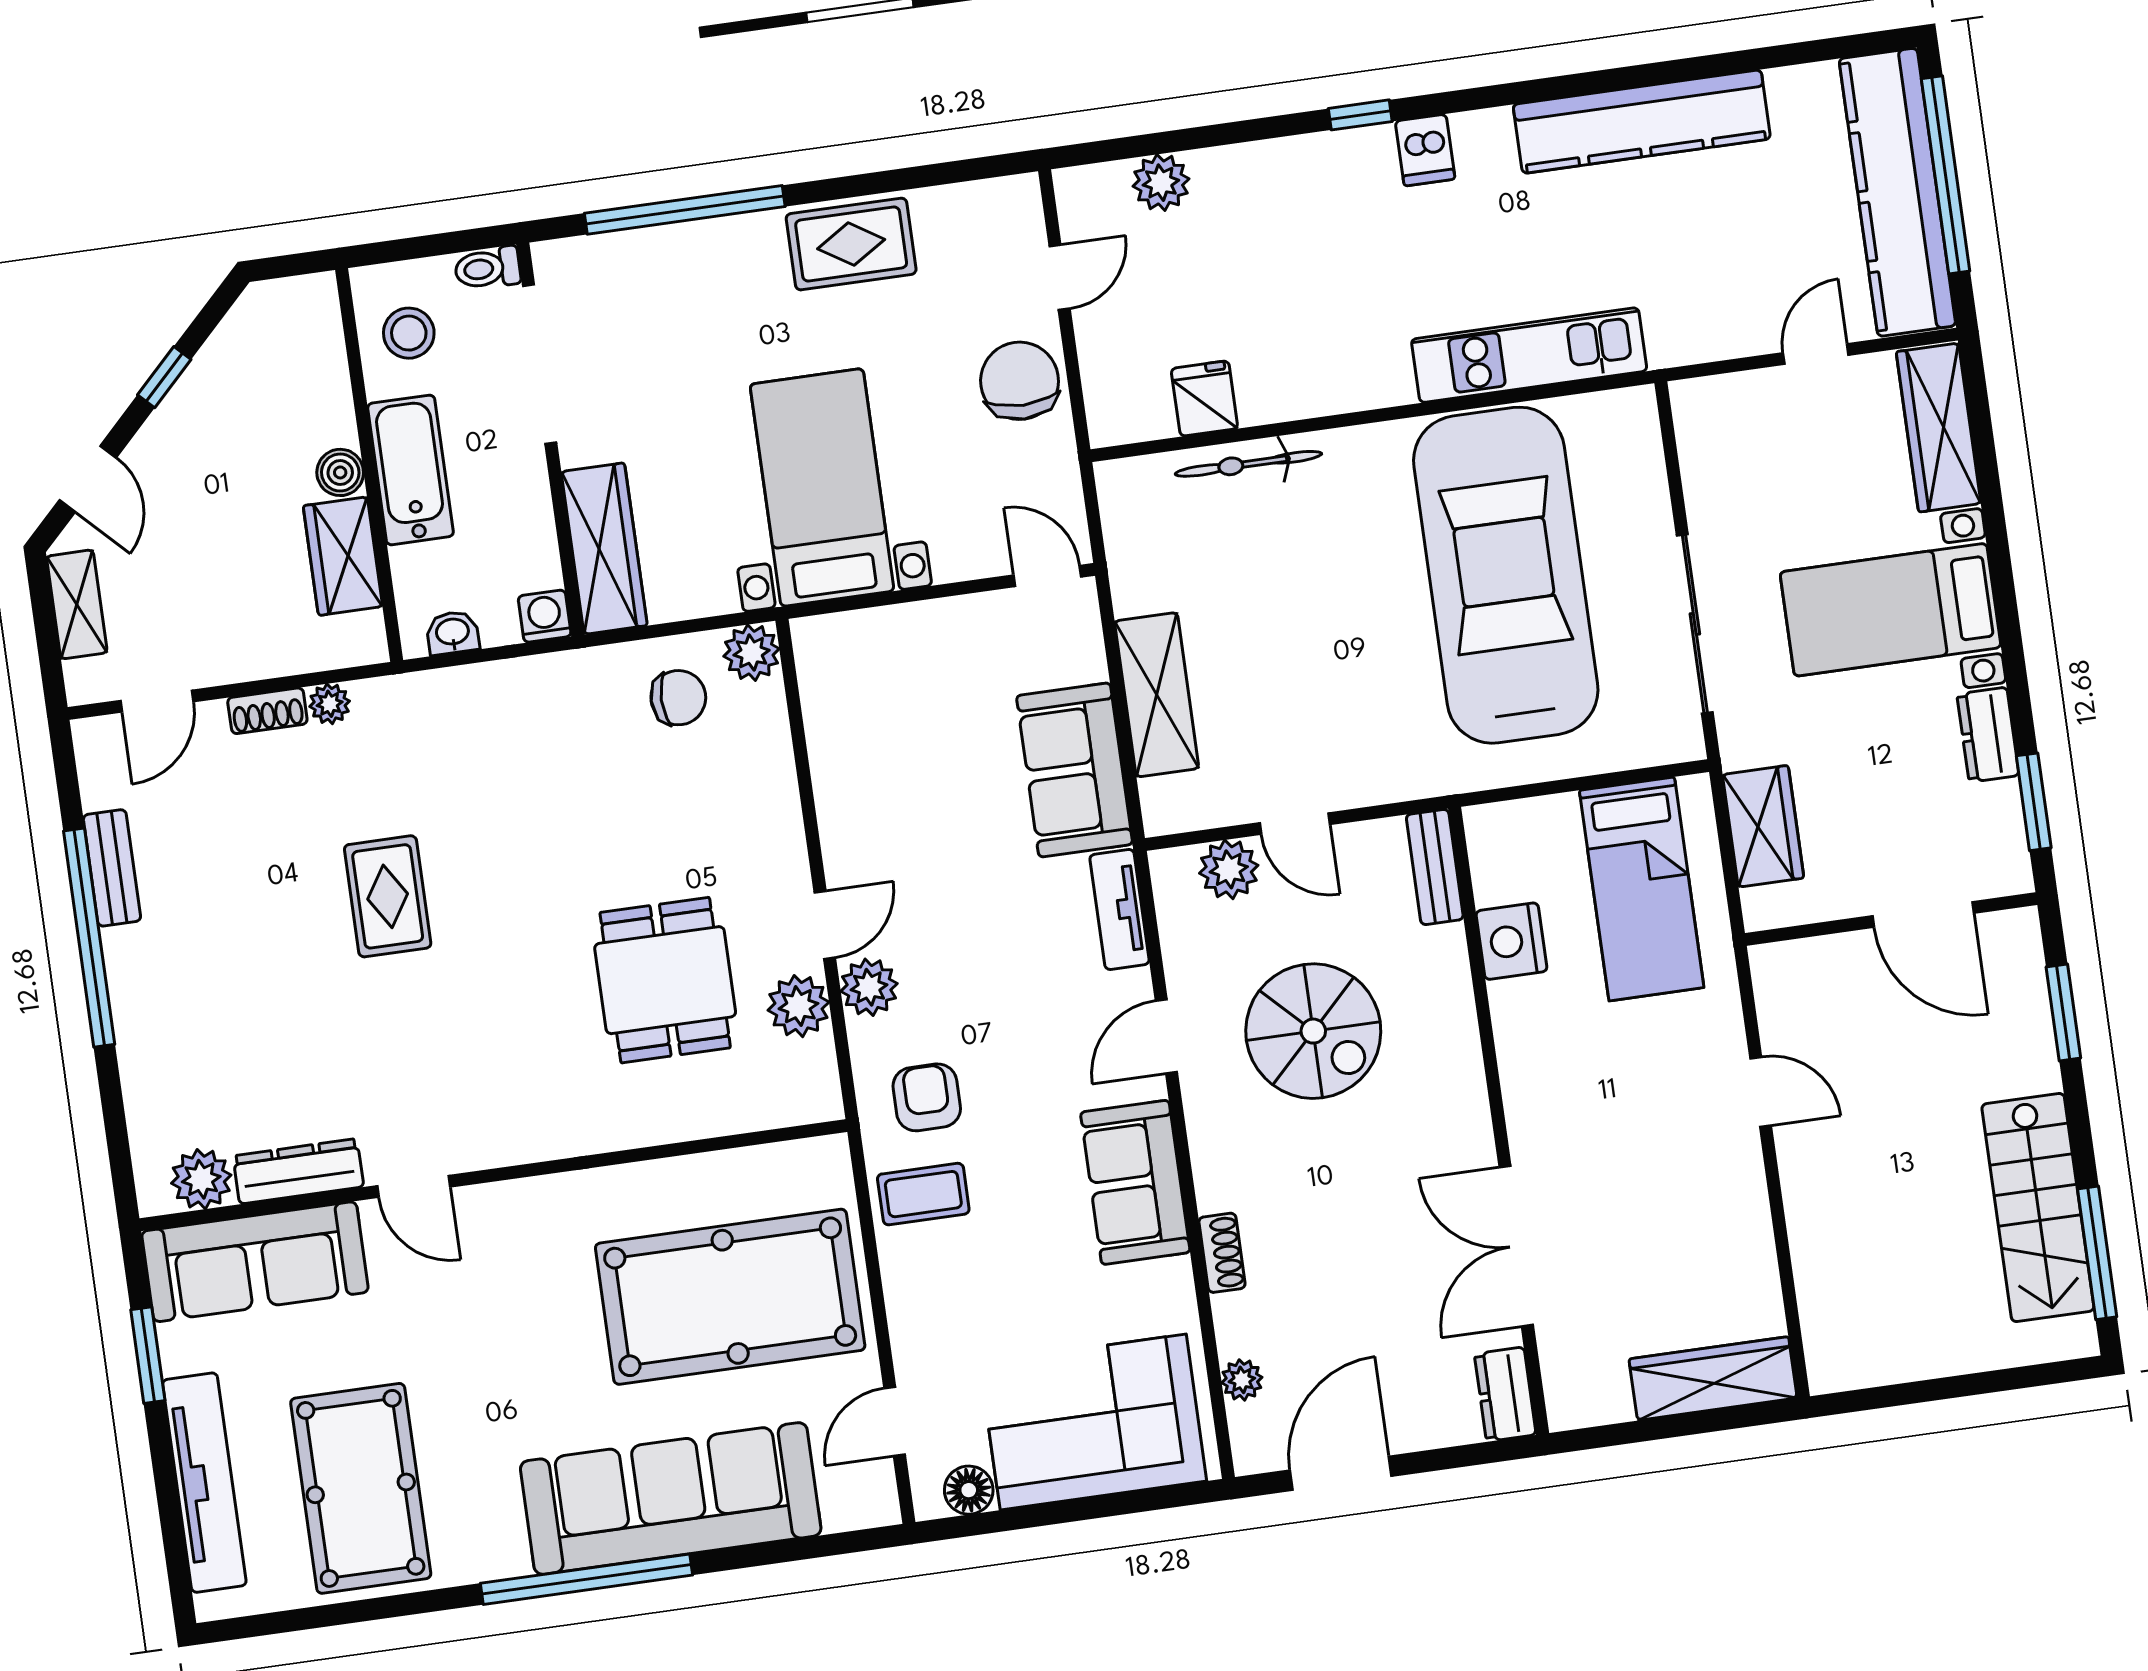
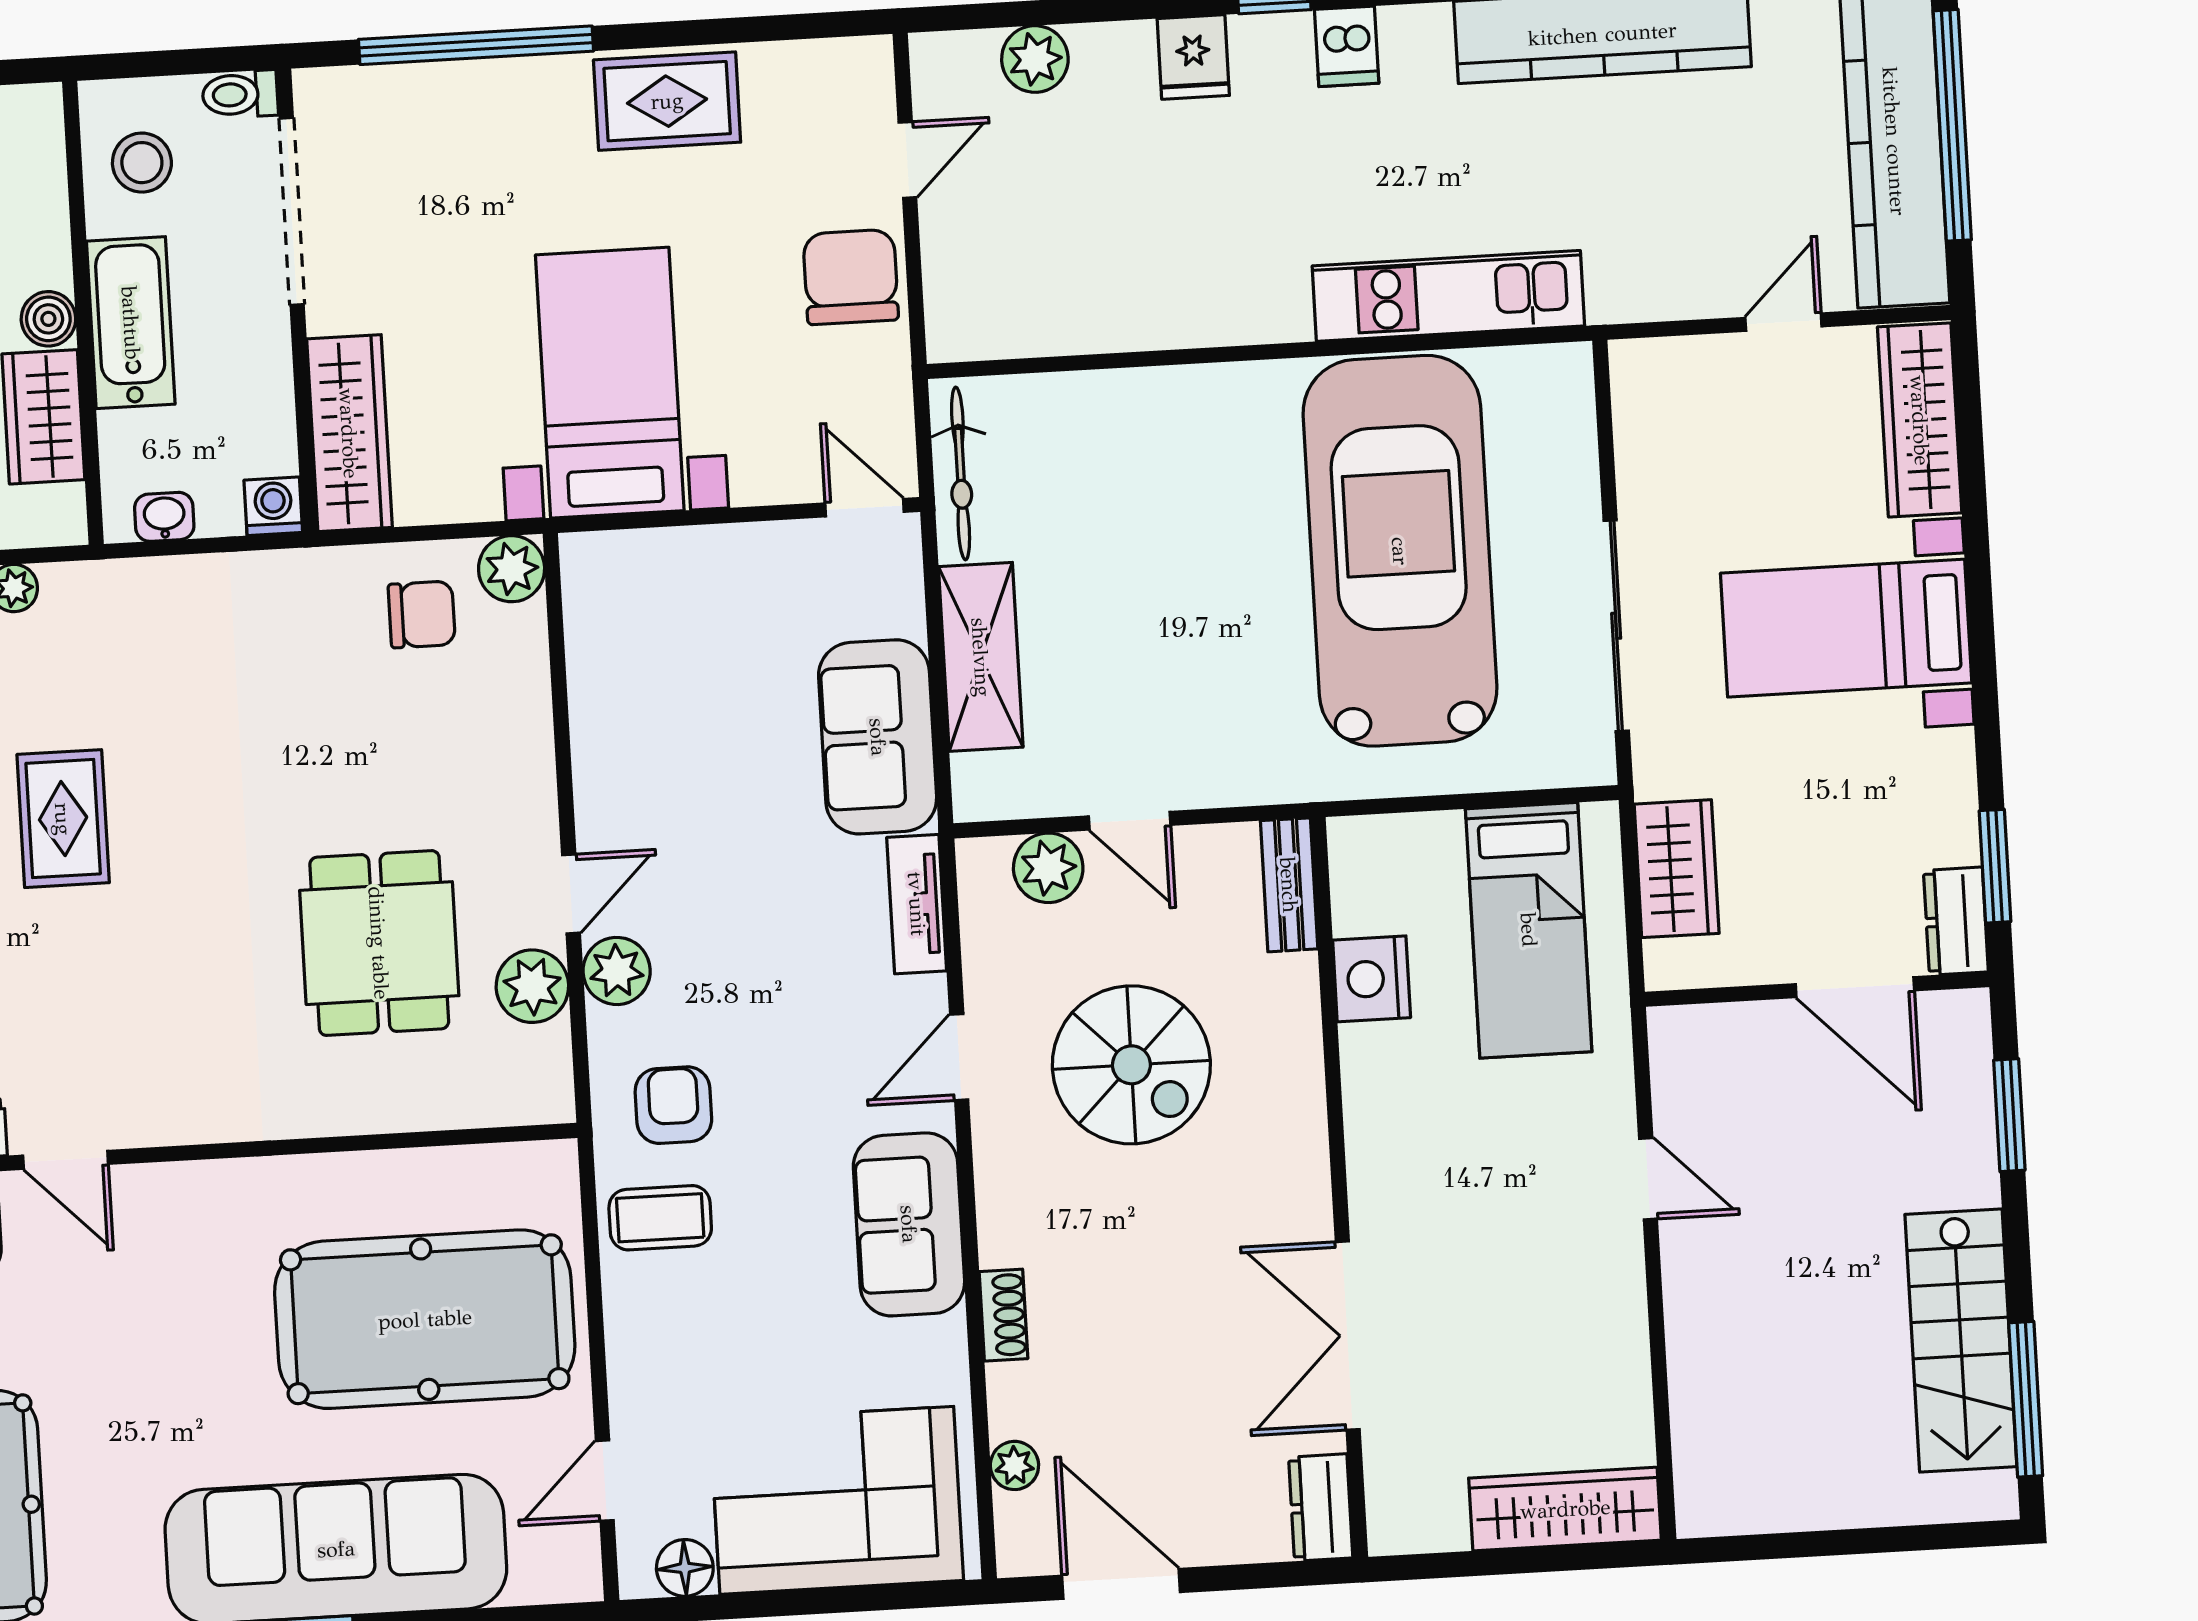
fridge: (1204, 399) -> (1193, 57), moved, turned 180
bicycle: (1248, 464) -> (961, 473), moved, turned -90
dresser: (1988, 735) -> (1956, 921), moved
door: (1341, 1473) -> (1121, 1584), hinge flipped

